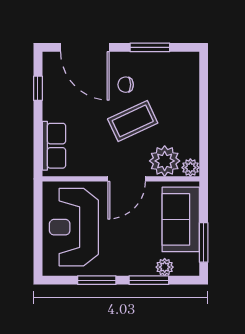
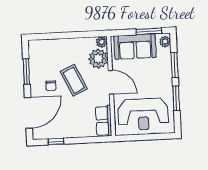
row of seats: (54, 146) -> (104, 121), moved, turned -90
plant: (165, 267) -> (165, 42), moved

